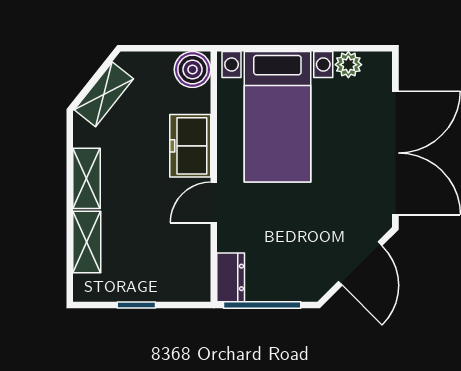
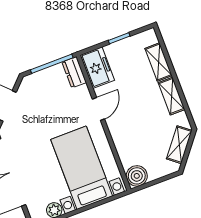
freezer: (190, 146) -> (97, 68), moved

